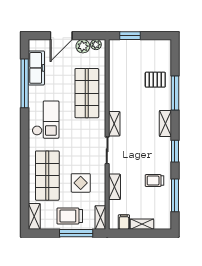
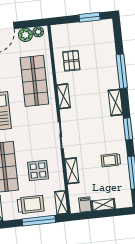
window: (130, 36) -> (90, 17), moved
pallet: (155, 80) -> (71, 61), moved, turned 90
shelving: (114, 124) -> (64, 96), moved
trolley: (70, 216) -> (31, 204), turned 180

